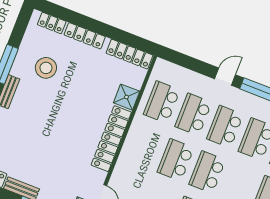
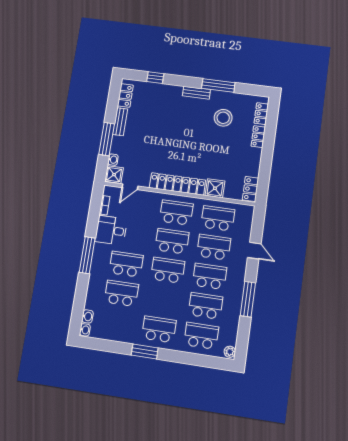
locker: (85, 36) -> (258, 137), width x0.66
locker: (129, 54) -> (250, 189), width x0.66
door: (225, 77) -> (254, 251), moved
school desk: (144, 147) -> (176, 213), added

